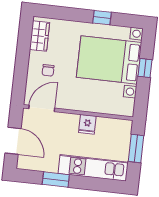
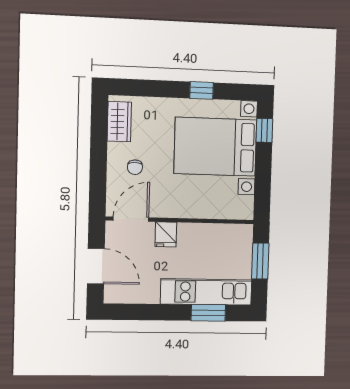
window: (145, 68) -> (264, 130), moved
fridge: (87, 124) -> (166, 234), moved
window: (56, 180) -> (208, 313), moved

